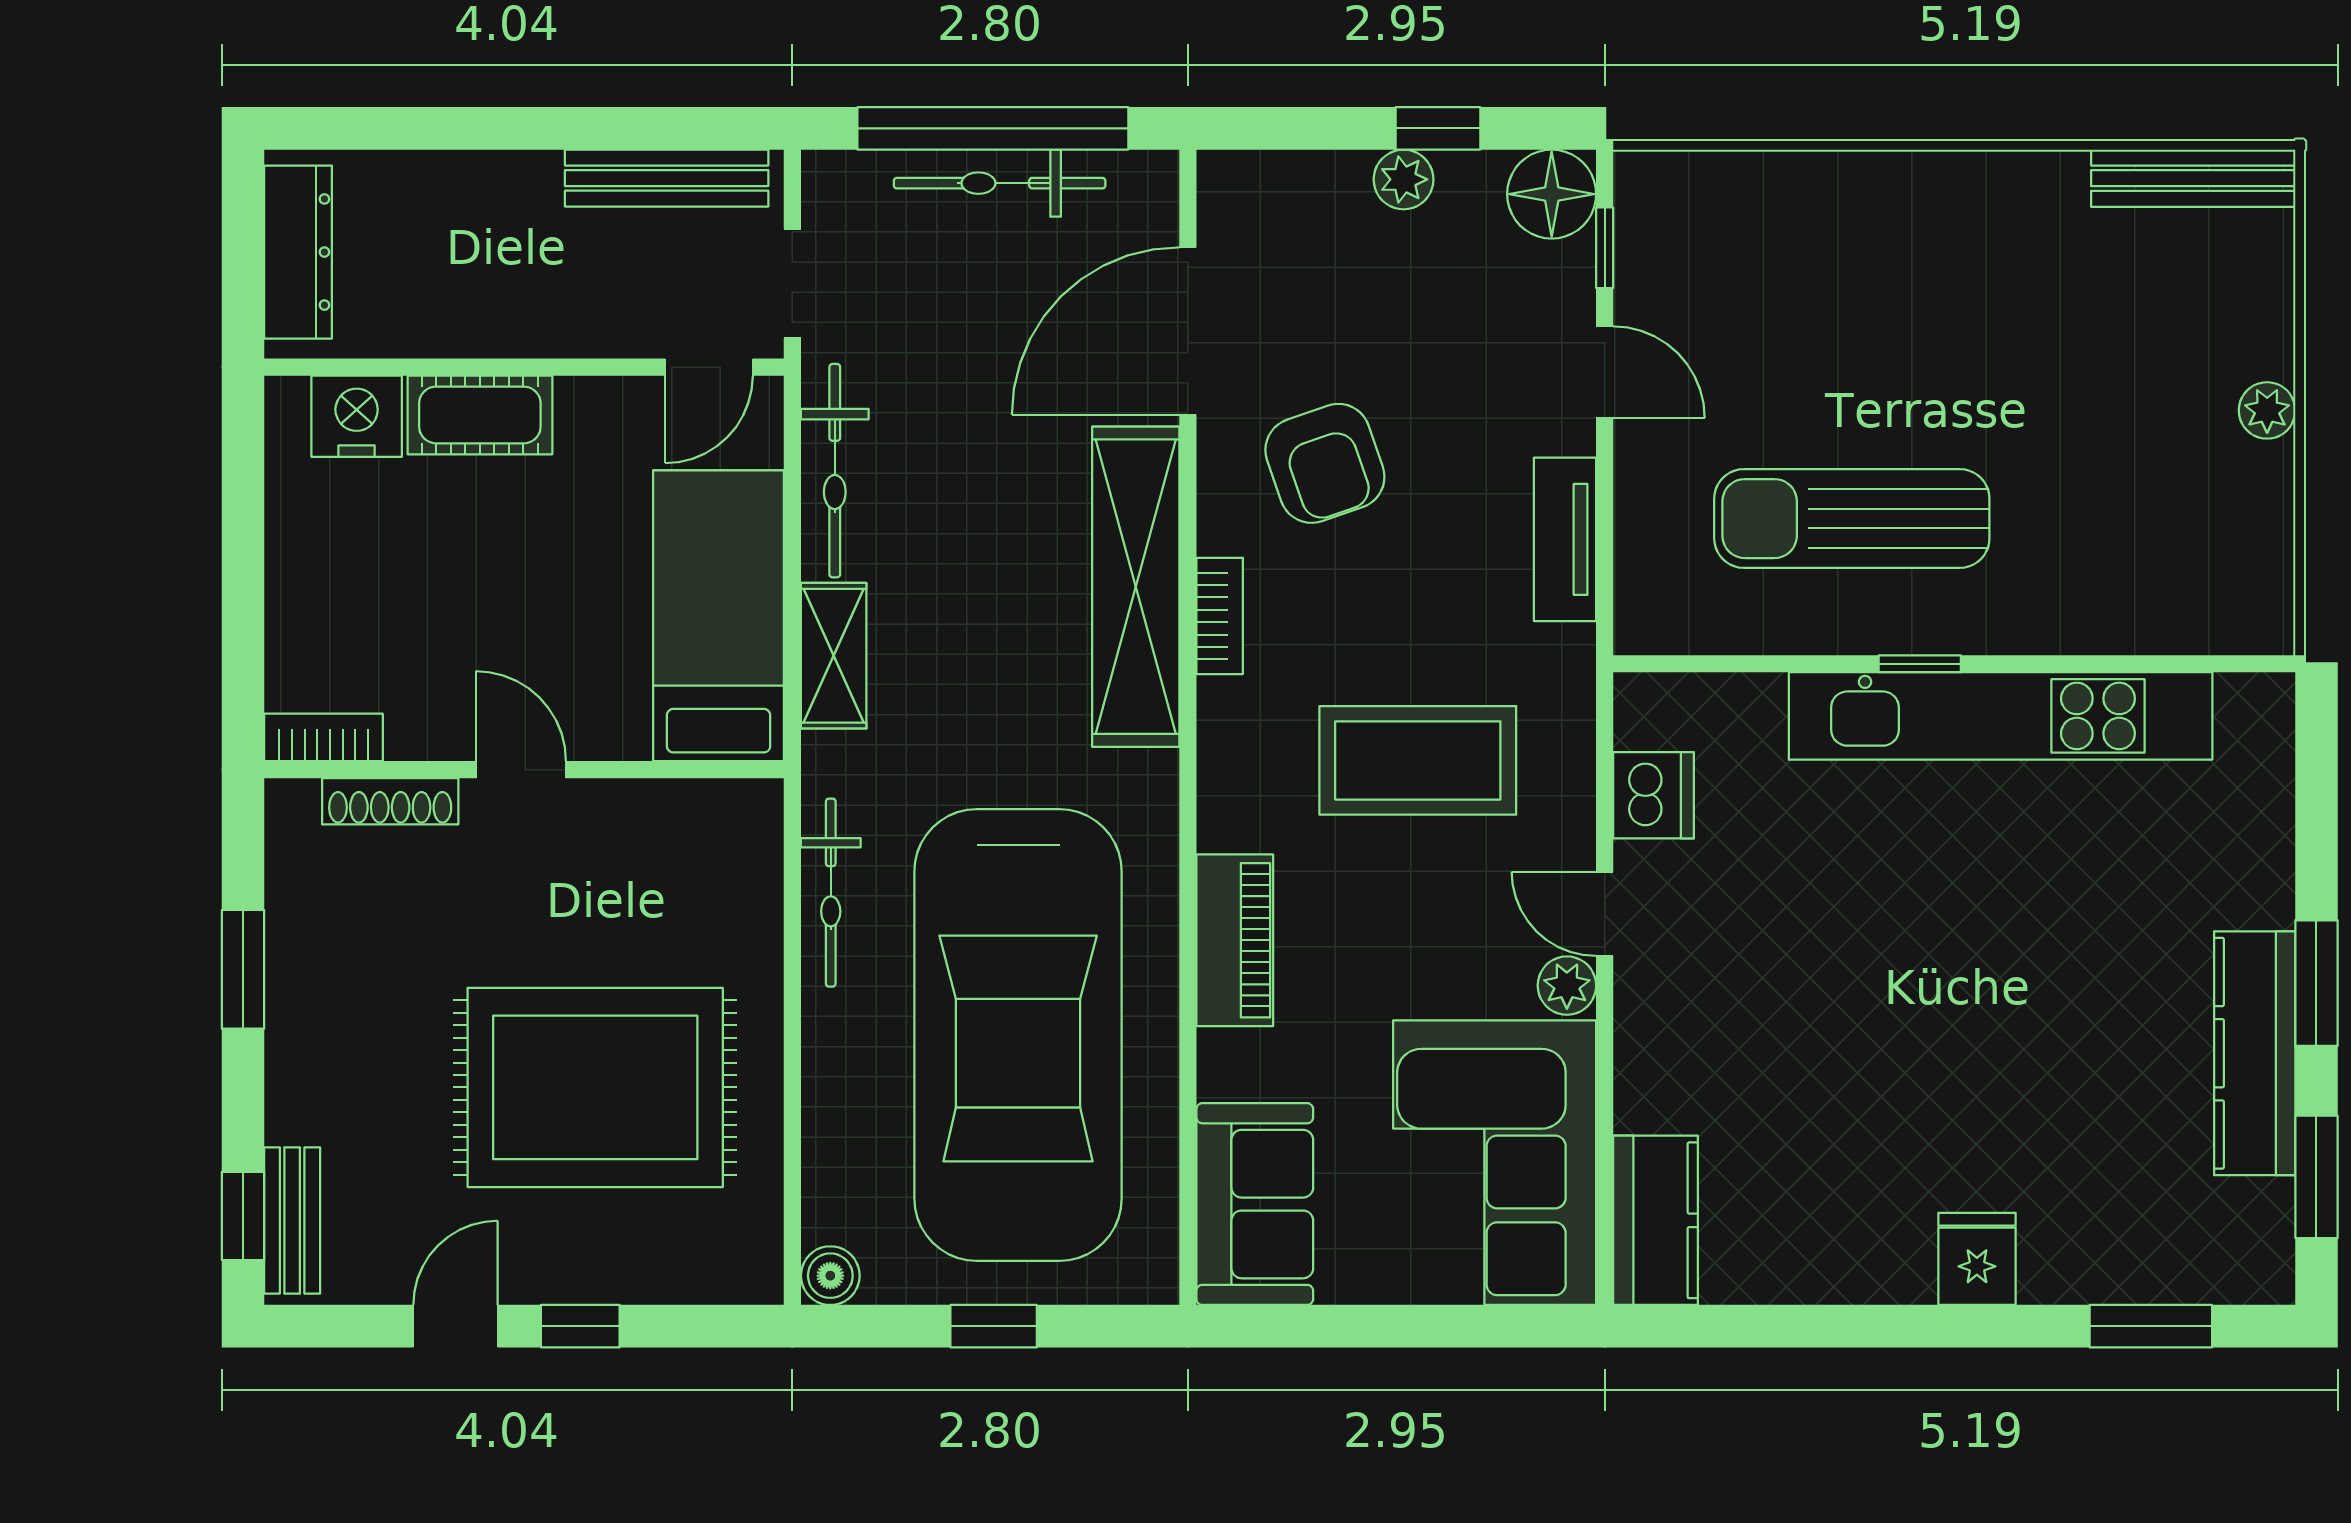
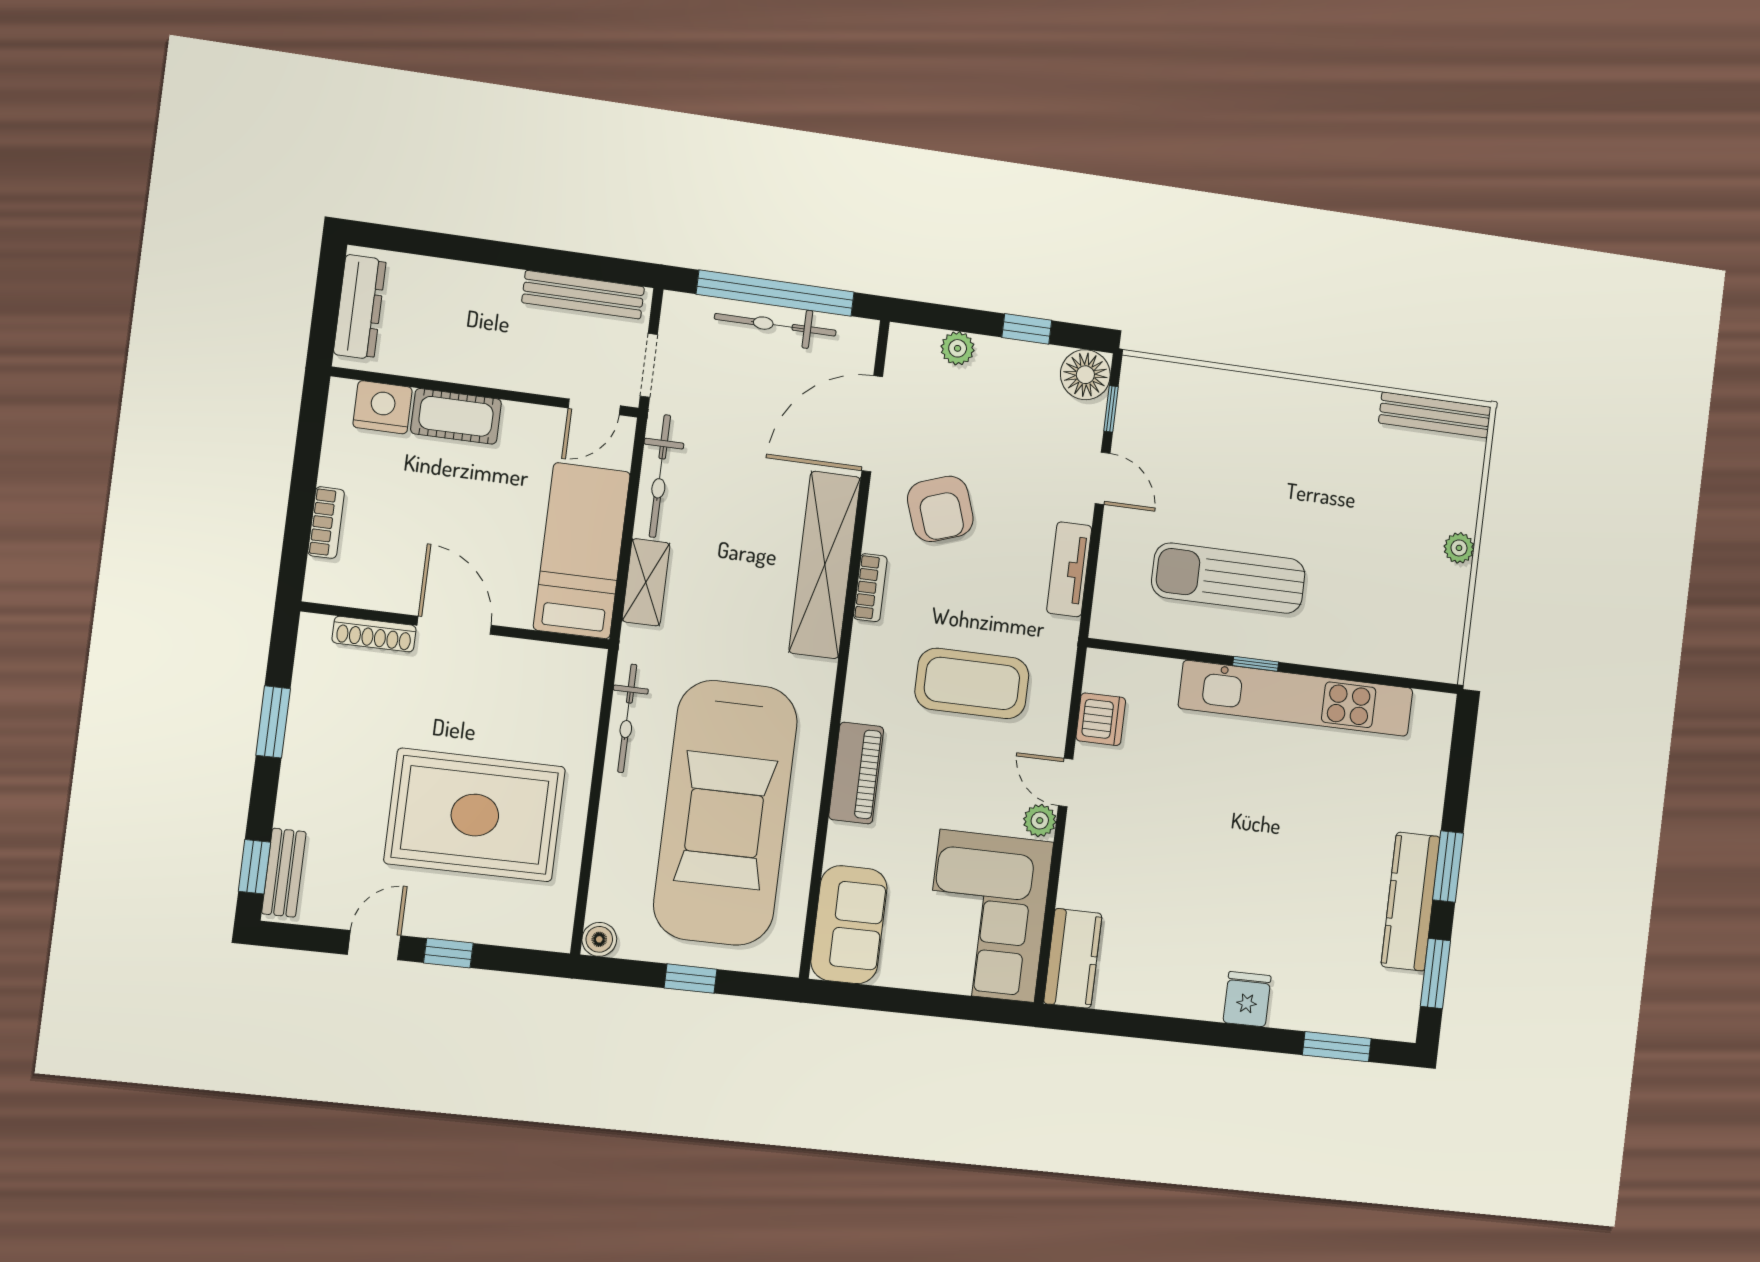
plant: (1404, 179) -> (958, 348), moved
bookcase: (324, 737) -> (326, 523), moved, turned 90
door: (521, 770) -> (454, 625), width x1.38

